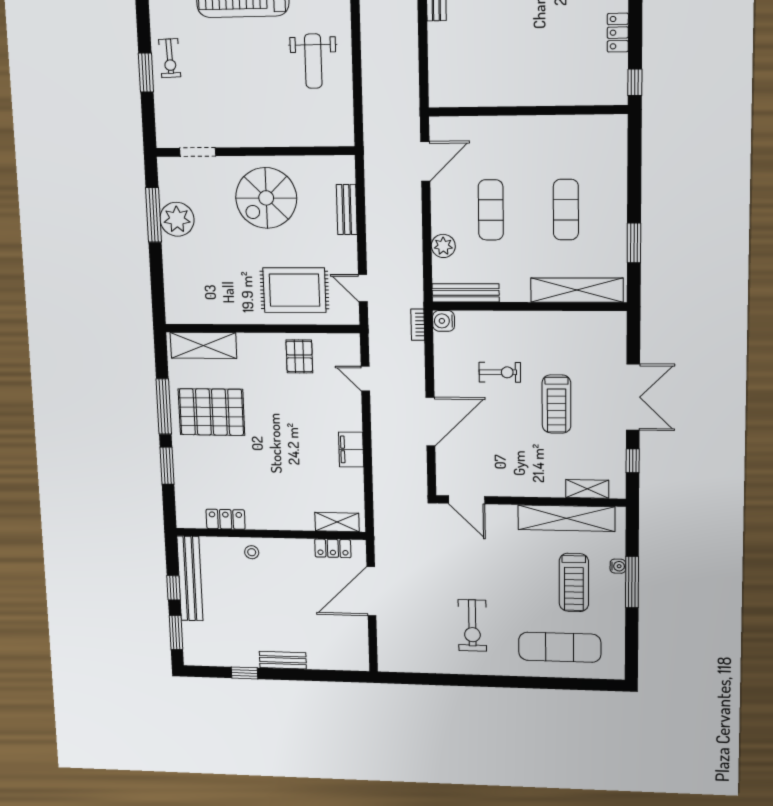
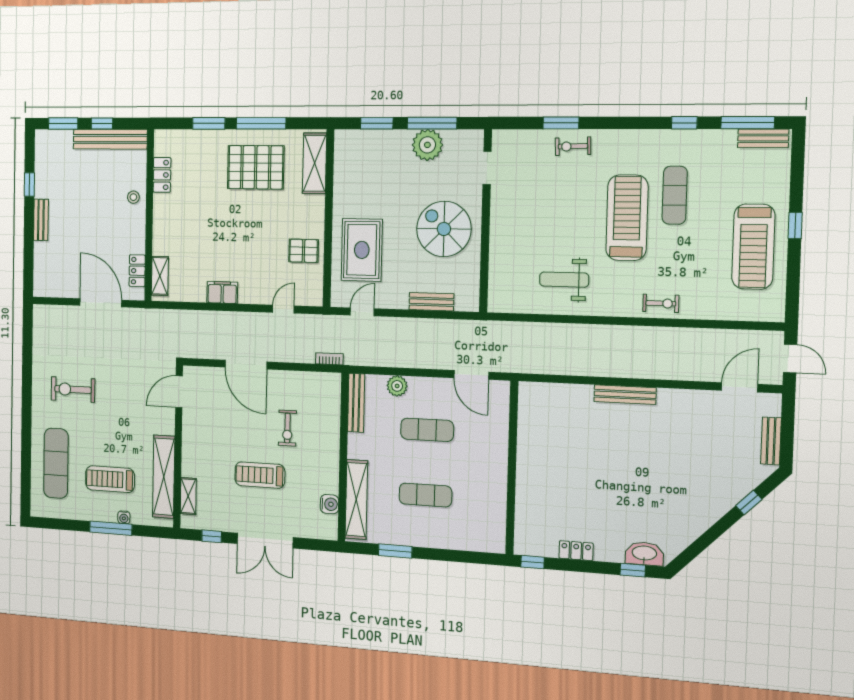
window: (157, 276) -> (377, 123), added
water cooler: (444, 321) -> (329, 504), moved, turned 90
pallet: (211, 412) -> (256, 167), turned 90

